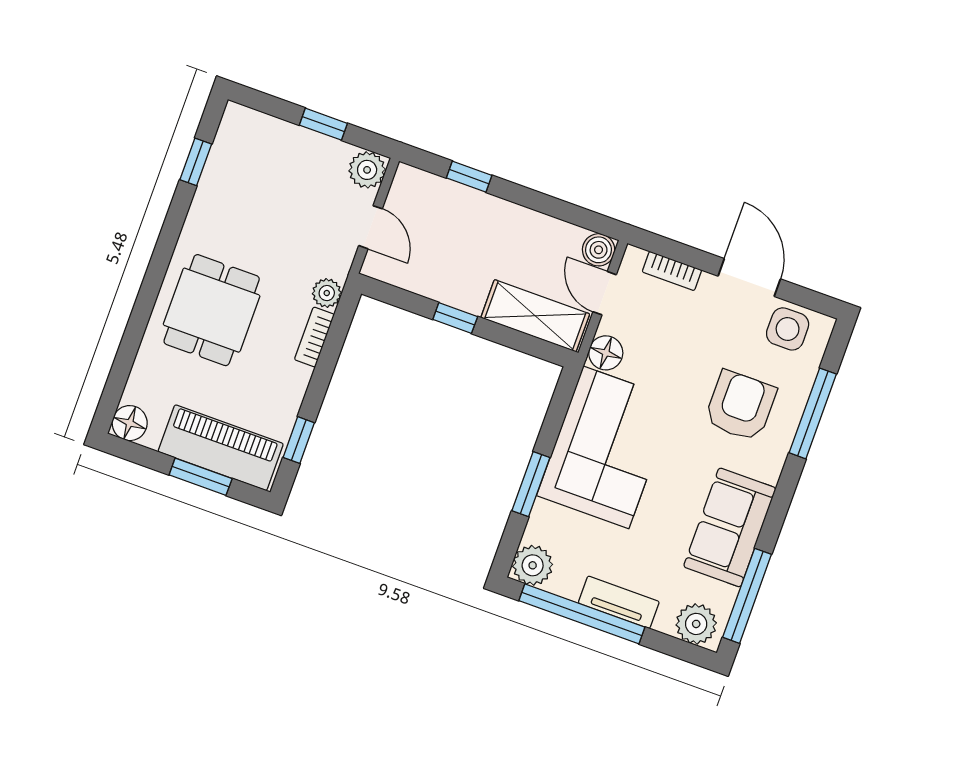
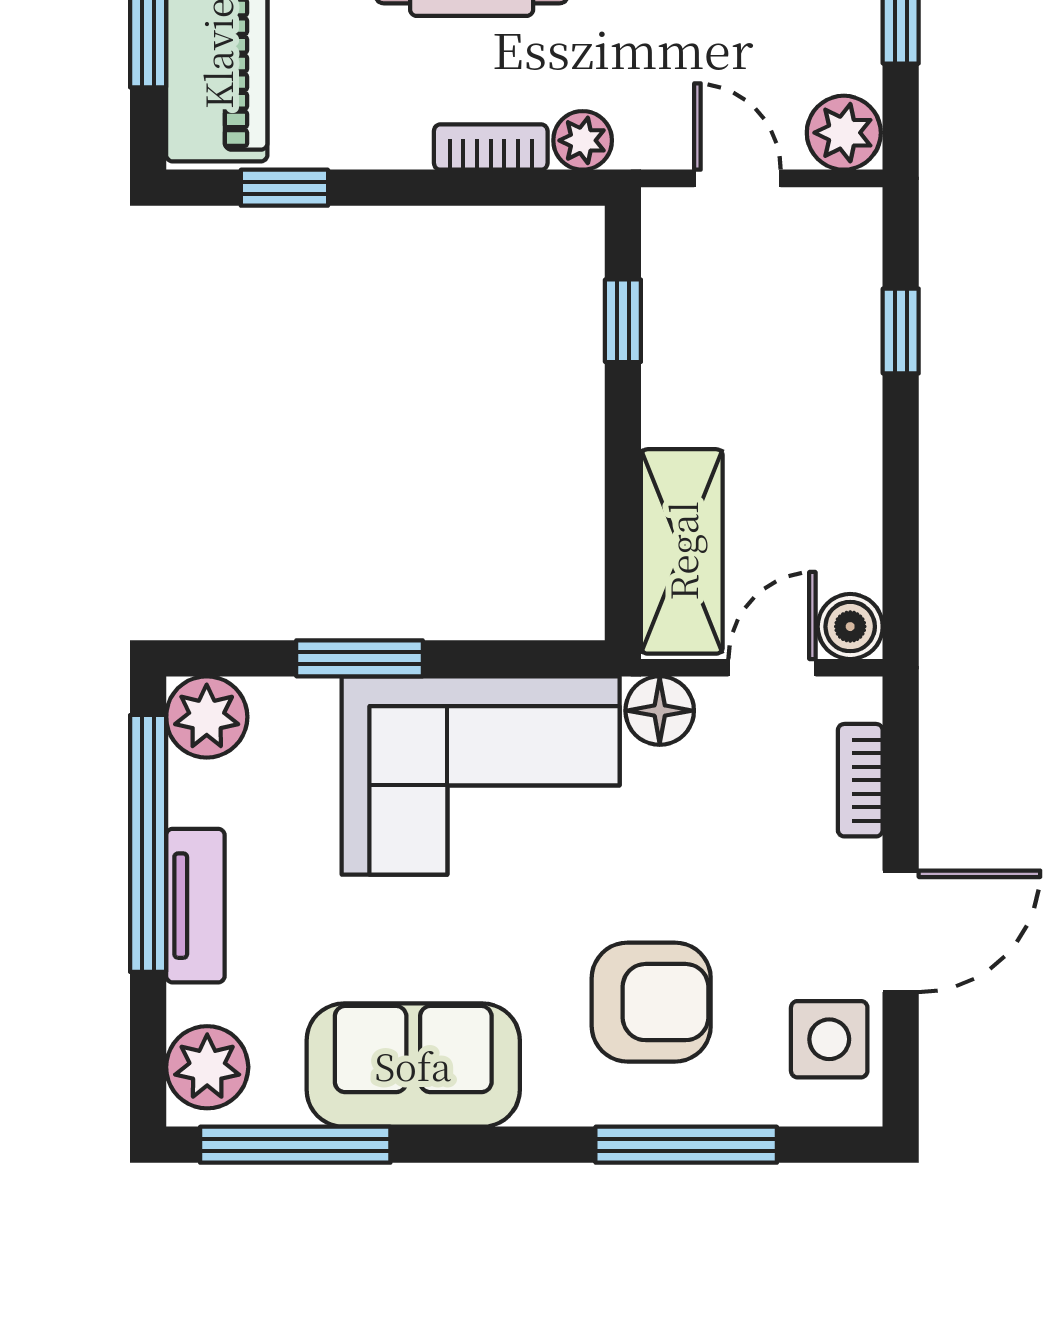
door: (370, 227) -> (737, 178), swing flipped
window: (455, 318) -> (623, 321), moved

